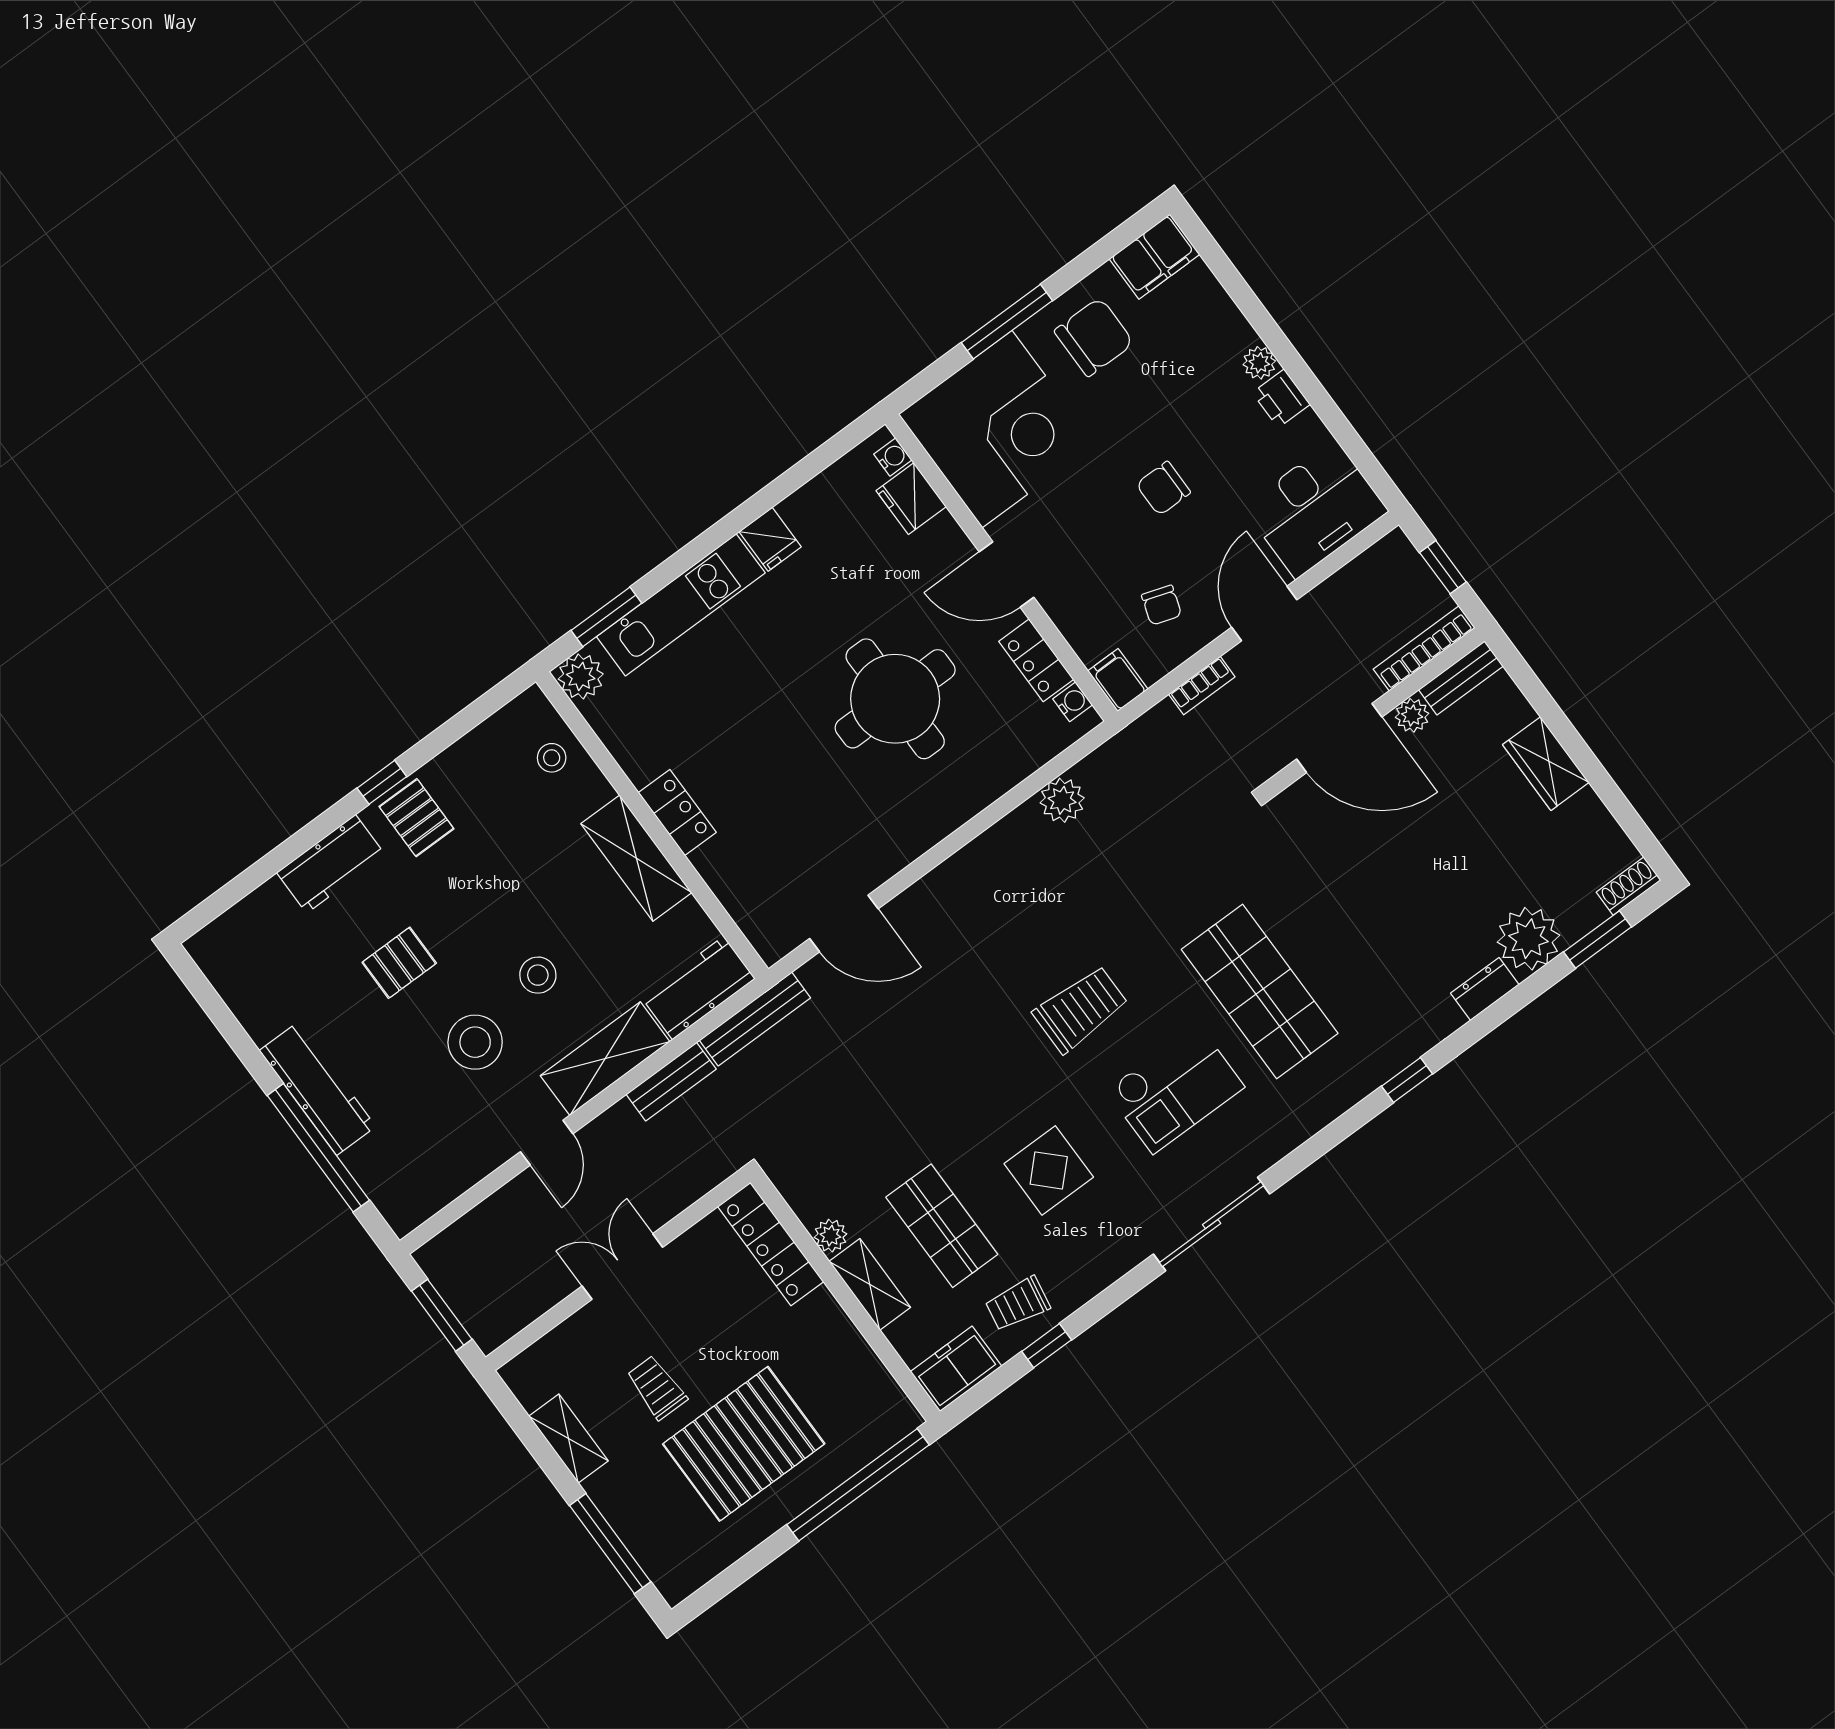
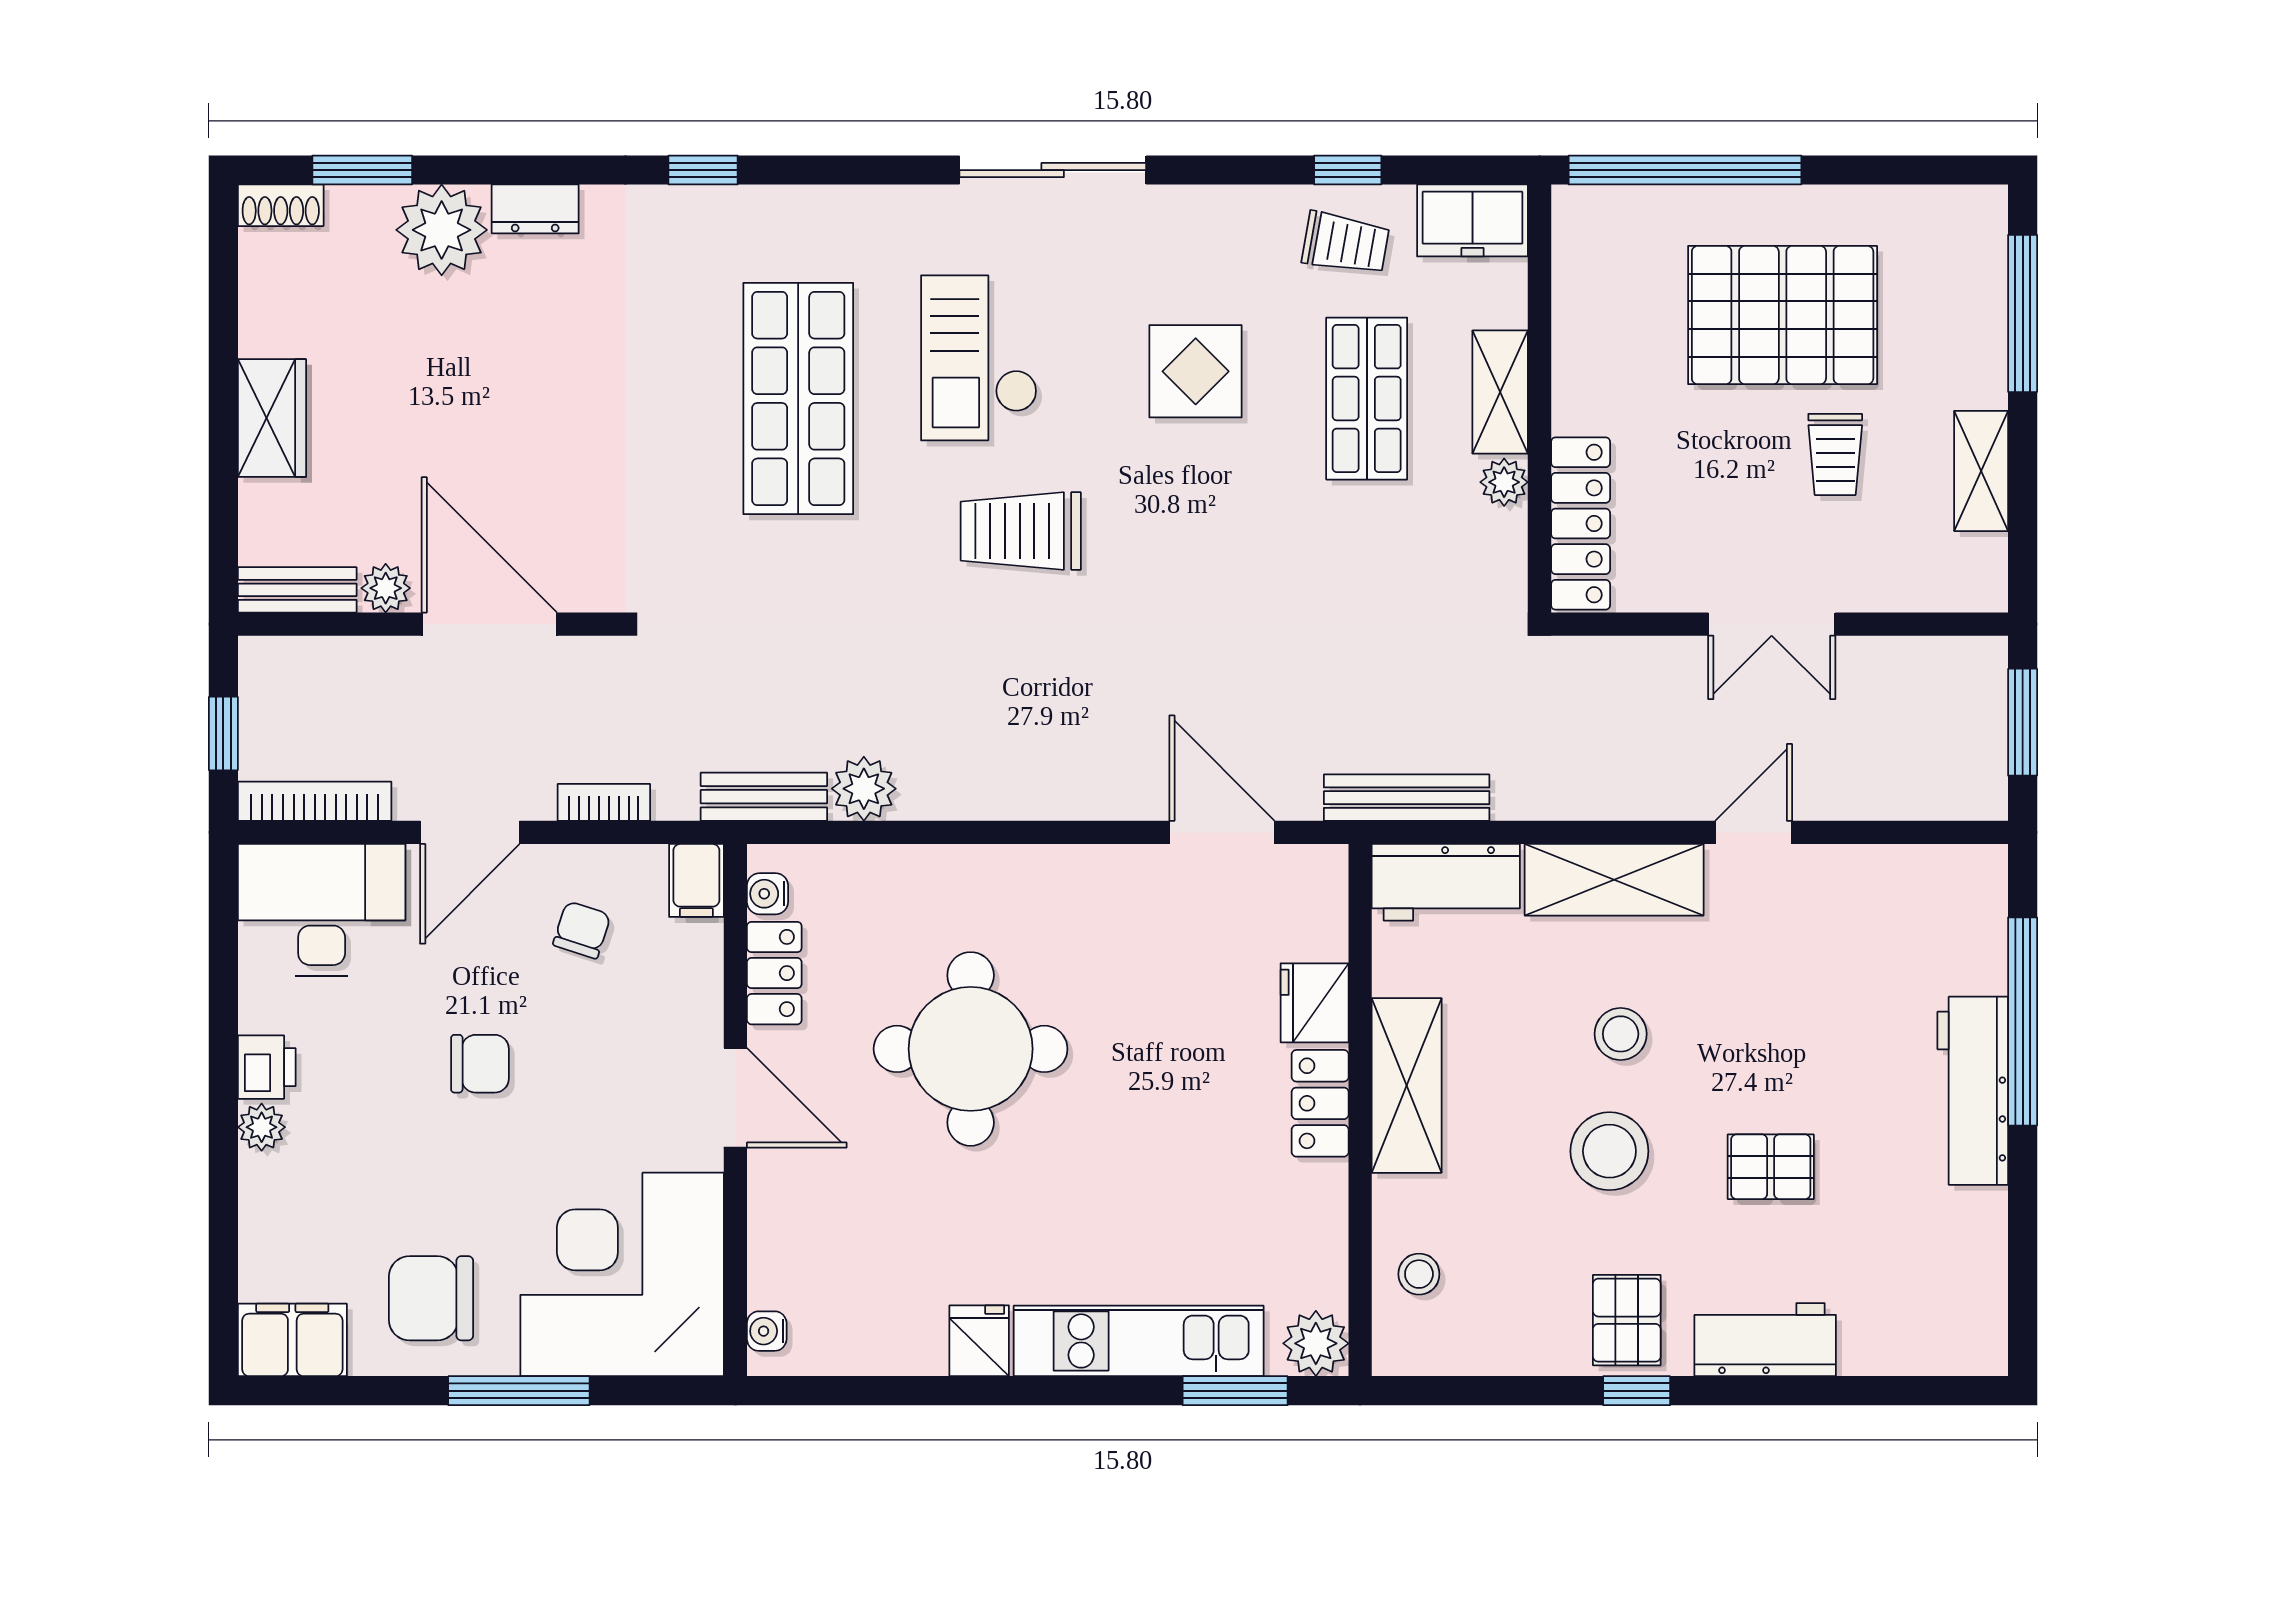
fridge: (911, 499) -> (1315, 1003), moved, turned 180
bookcase: (1424, 648) -> (315, 801), moved, turned 180
stool: (475, 1042) -> (1609, 1151), moved
bench: (671, 1082) -> (764, 797), moved
checkout: (1175, 1089) -> (979, 358), turned -90

